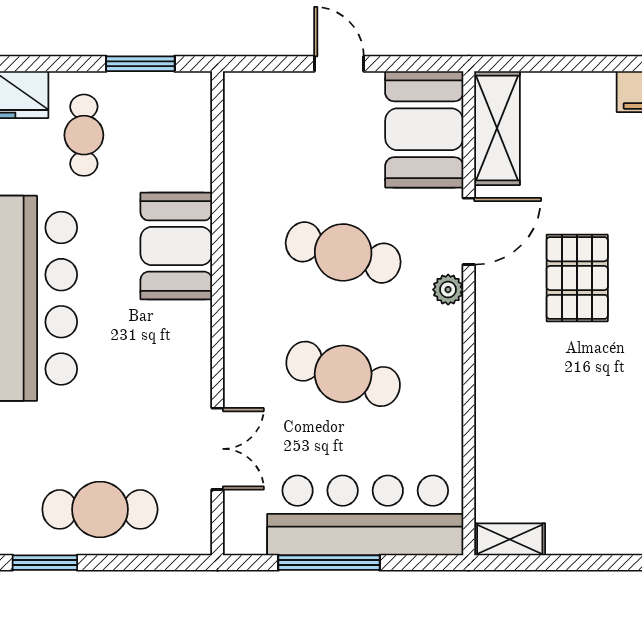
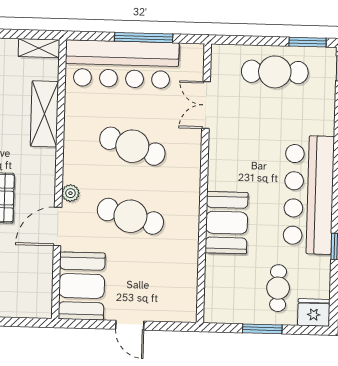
window: (140, 64) -> (262, 329), moved
shelving: (497, 128) -> (44, 114), moved

